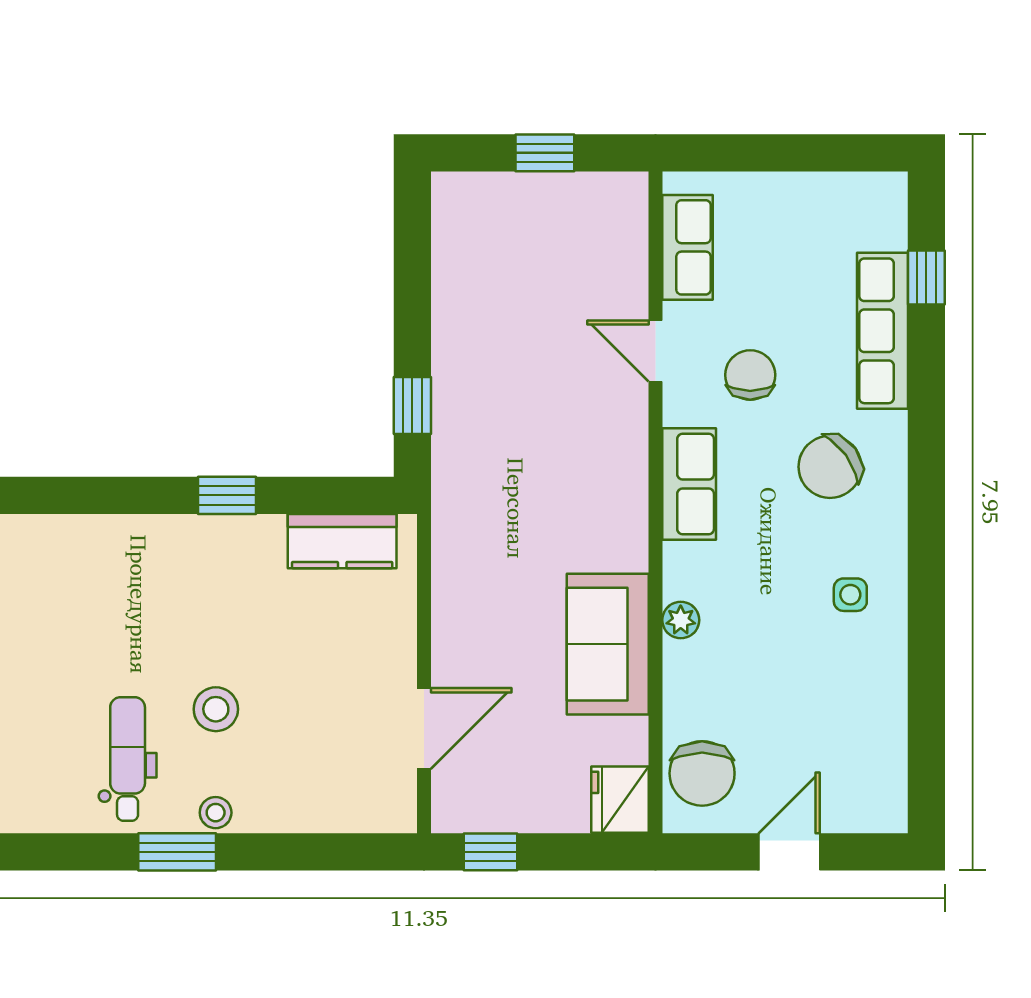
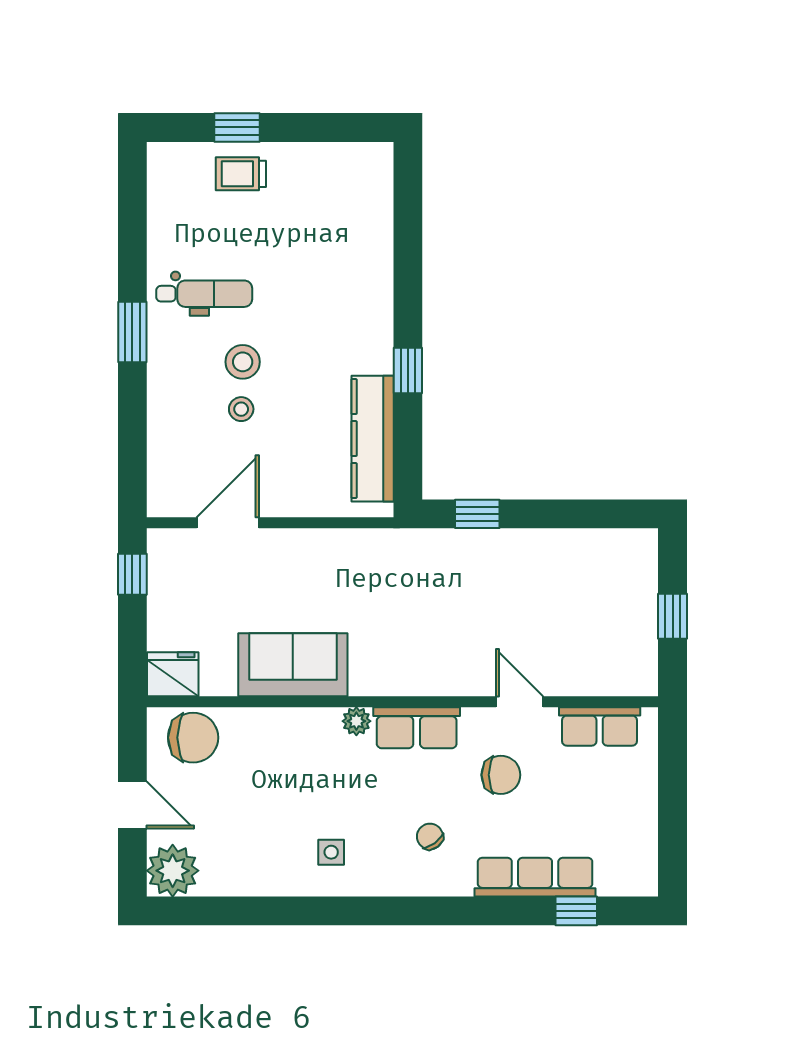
door: (655, 351) -> (519, 702), hinge flipped
chair: (830, 467) -> (430, 836), width x0.54, depth x0.54
kitchen counter: (342, 541) -> (373, 439), width x1.50
plant: (681, 620) -> (356, 721), moved
door: (424, 729) -> (228, 523), swing flipped
chair: (702, 773) -> (193, 738), turned 180
plant: (874, 800) -> (173, 871), added
stool: (216, 813) -> (241, 409), moved

